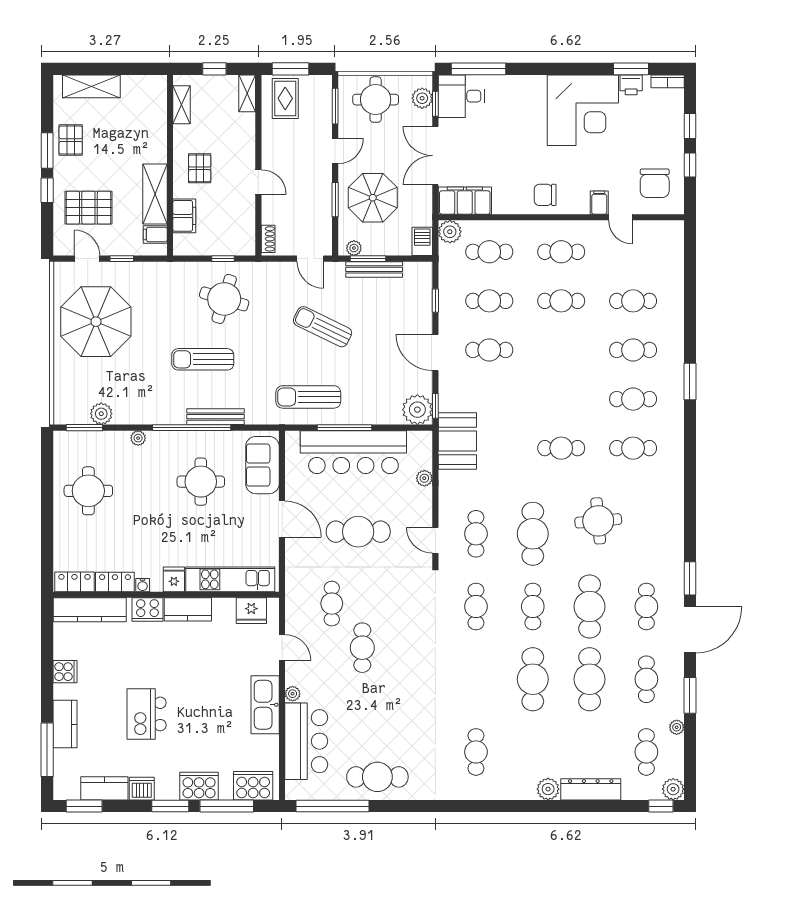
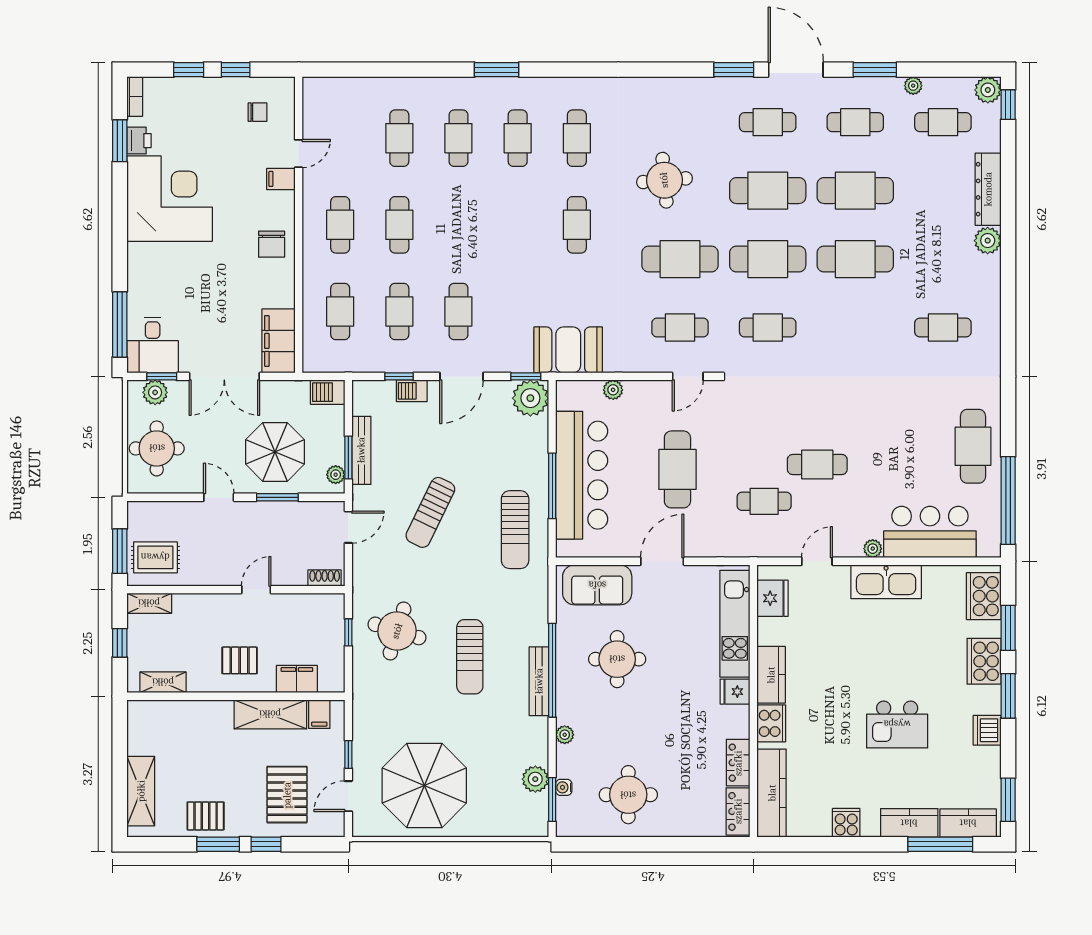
window: (335, 106) -> (165, 497), removed
chair: (655, 183) -> (258, 112), width x0.54, depth x0.54
plant: (450, 232) -> (316, 359), removed
barbecue: (423, 311) -> (412, 391), added
bench: (216, 417) -> (539, 681), moved
water cooler: (143, 585) -> (564, 787), moved, turned 180
cafe table: (533, 607) -> (768, 259), width x1.37, depth x1.35
kitchen counter: (104, 788) -> (968, 823), moved, turned 90
window: (227, 806) -> (1008, 628), width x0.69

